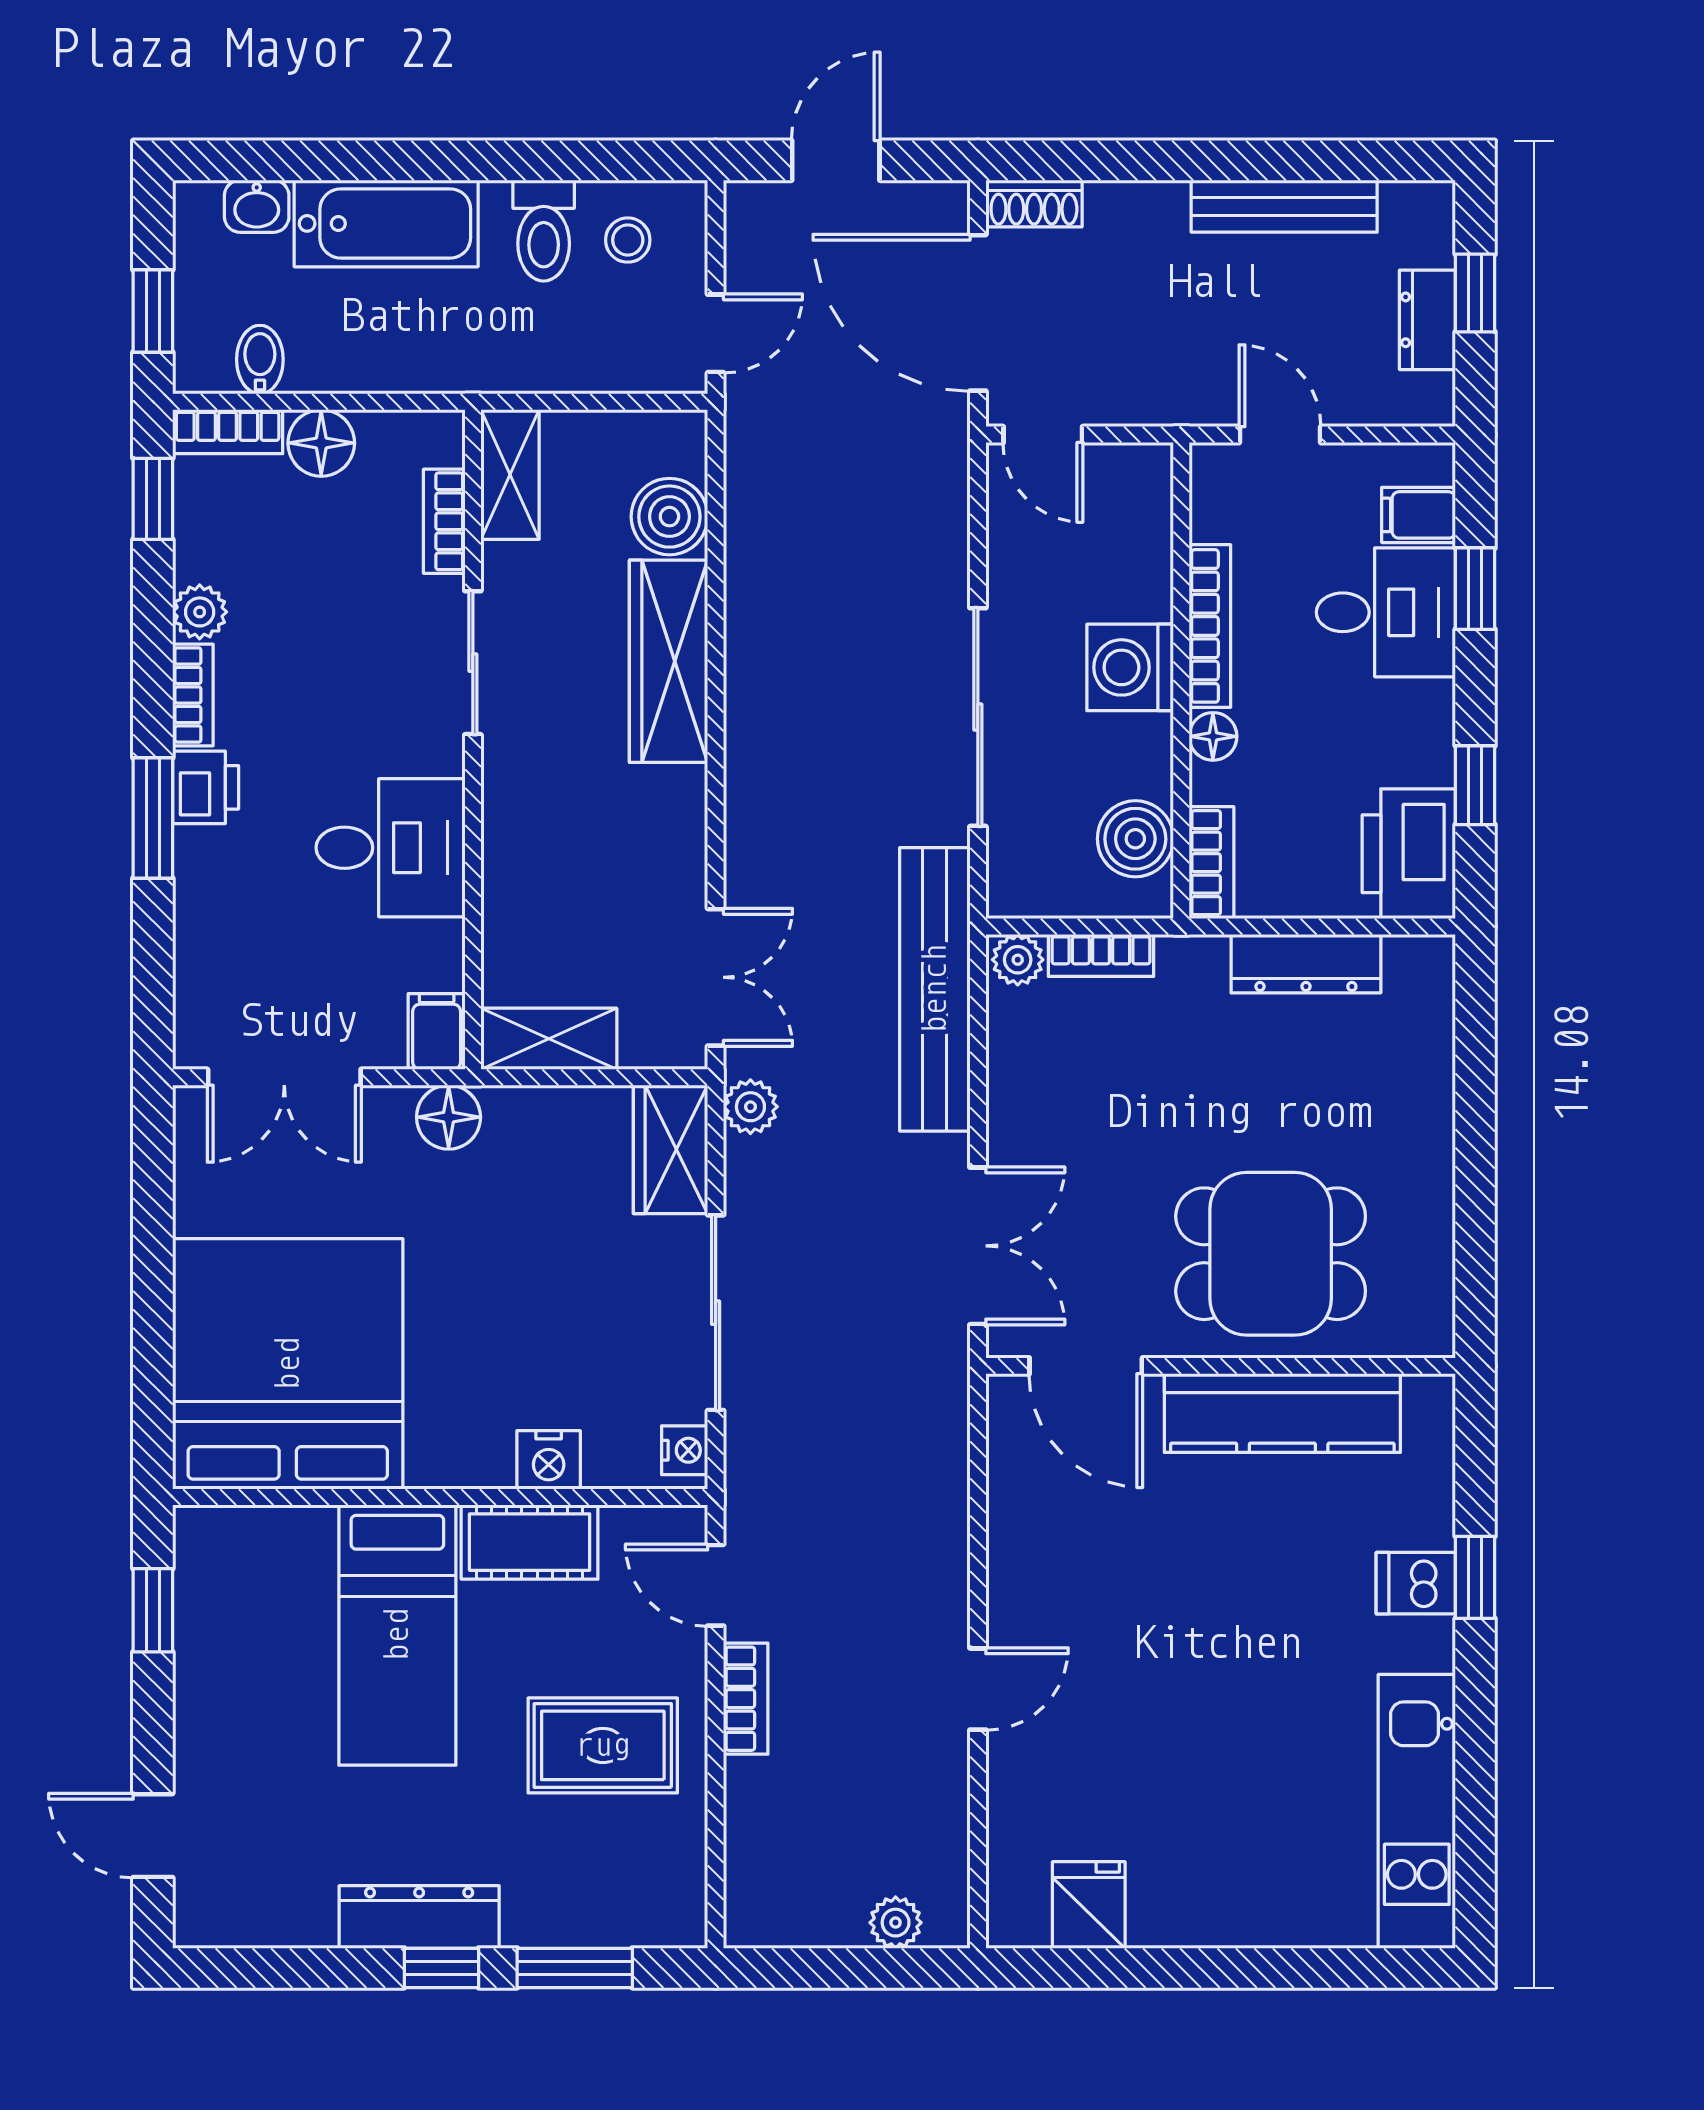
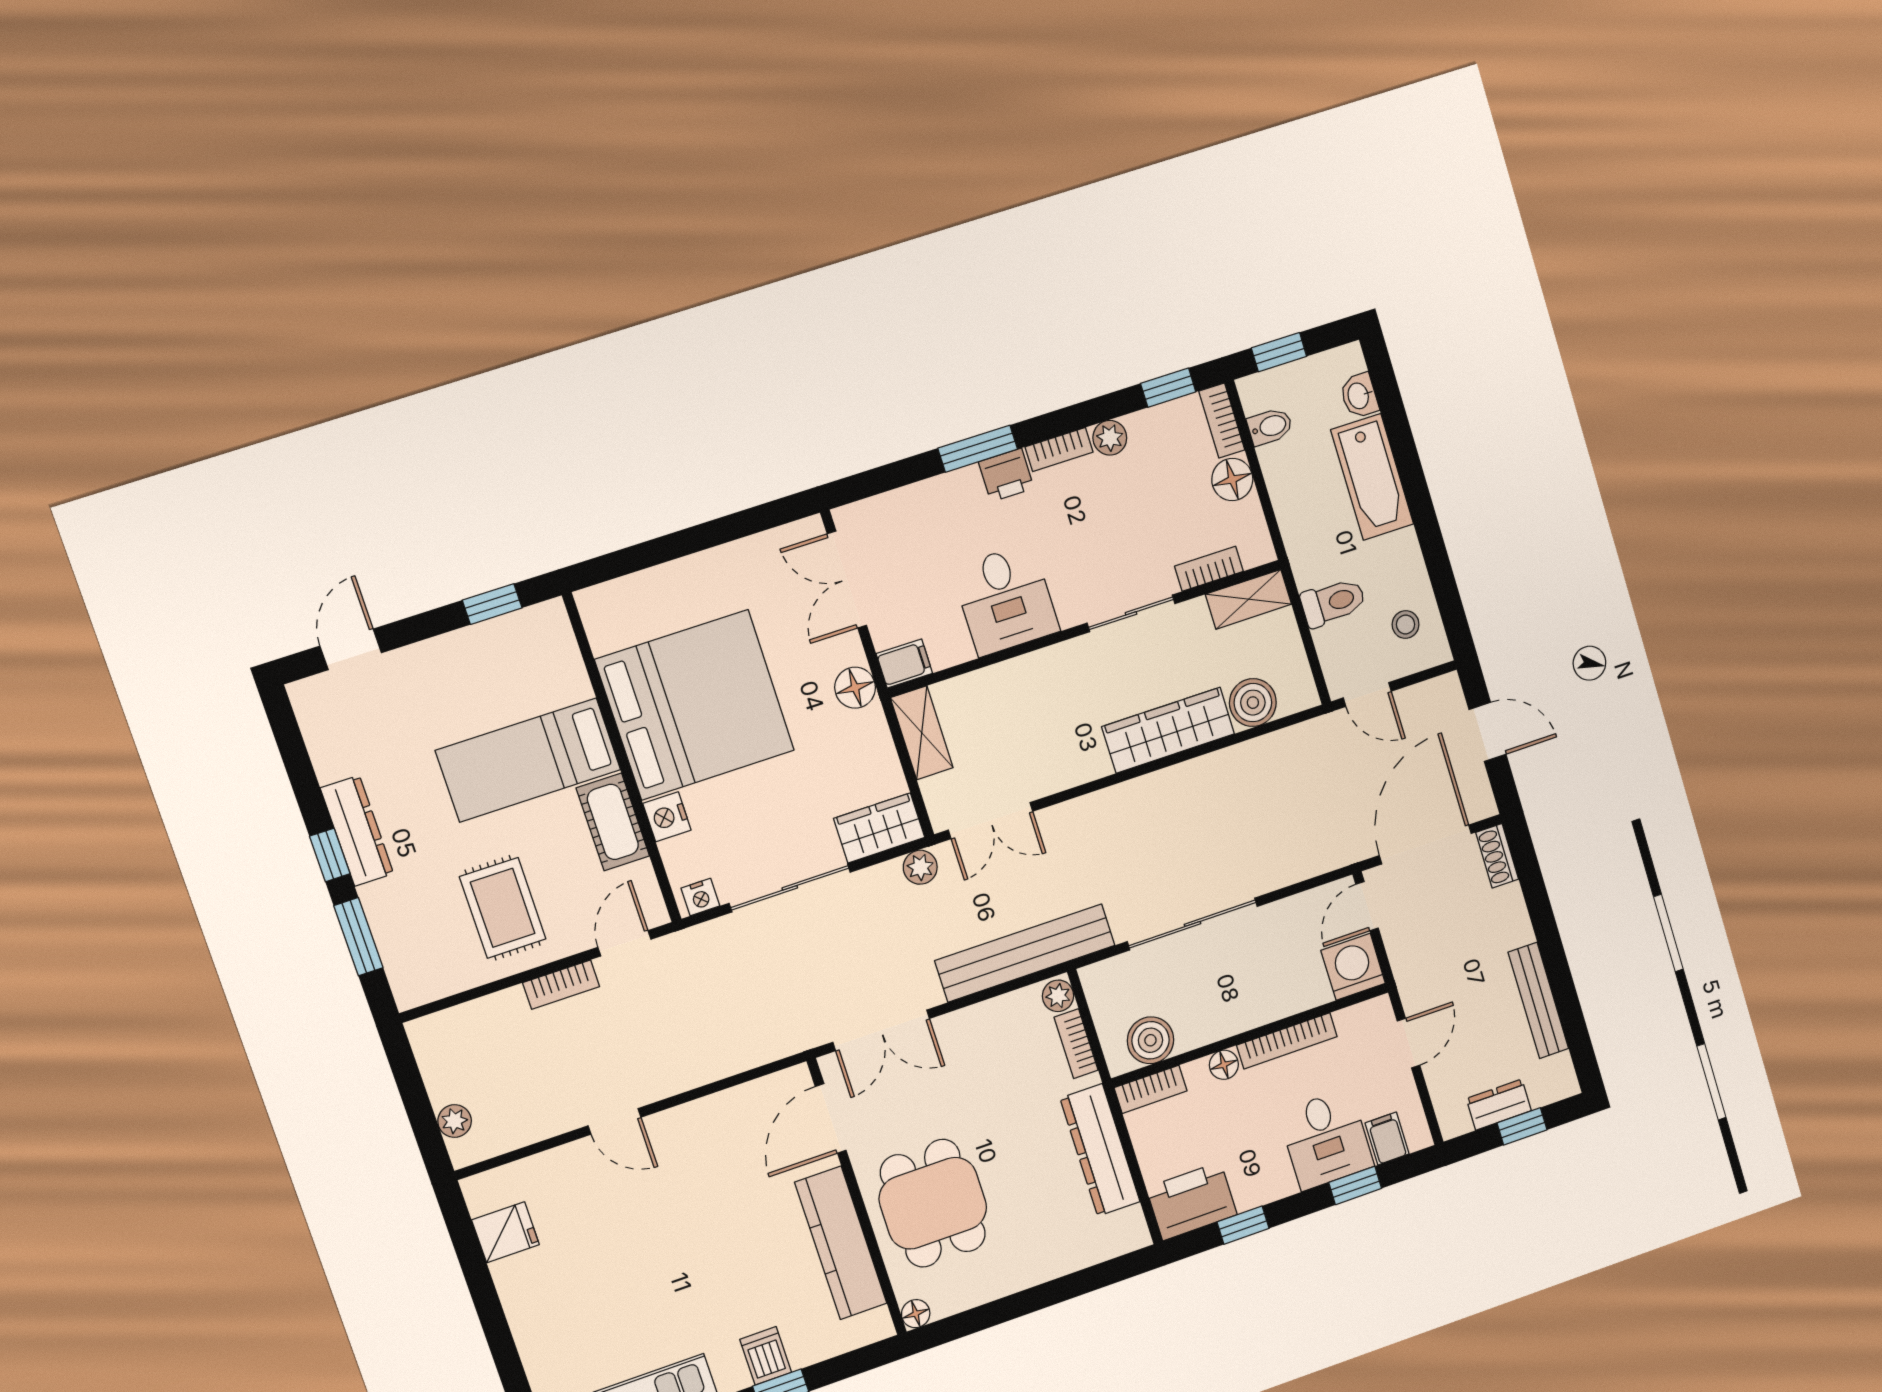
toilet: (544, 231) -> (1333, 602), moved, turned 180
washing machine: (1130, 667) -> (1353, 967), moved
dresser: (1306, 964) -> (1100, 1150), width x1.37, depth x1.24
floor lamp: (1432, 1335) -> (916, 1314), added
bed: (288, 1364) -> (695, 705), moved

